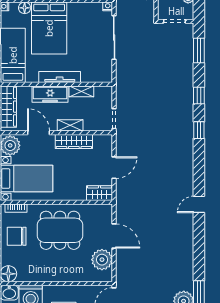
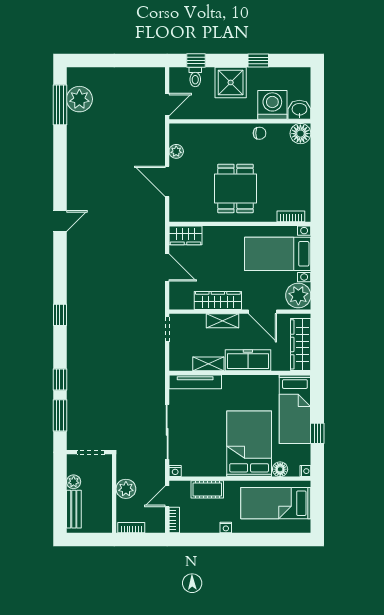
tv unit: (60, 77) -> (195, 382), moved
window: (199, 96) -> (60, 379), moved
door: (114, 168) -> (167, 268), swing flipped
dining table: (60, 230) -> (235, 188), width x0.73
chair: (17, 236) -> (260, 133), moved, width x0.54, depth x0.54
plant: (102, 260) -> (176, 151), width x0.53, depth x0.53

